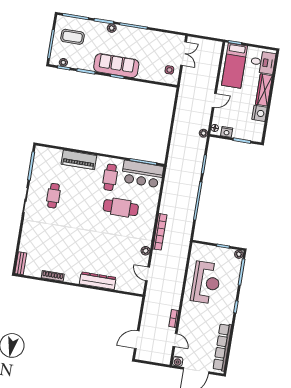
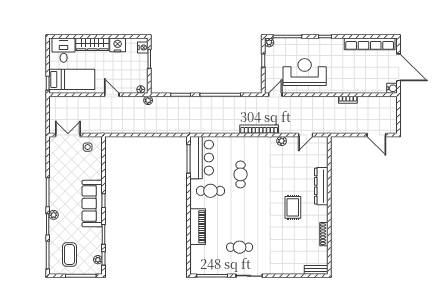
nightstand: (227, 132) -> (143, 48), moved
cafe table: (121, 208) -> (241, 174), width x0.73, depth x0.74
rug: (82, 251) -> (293, 207), added
door: (175, 340) -> (275, 95), moved

